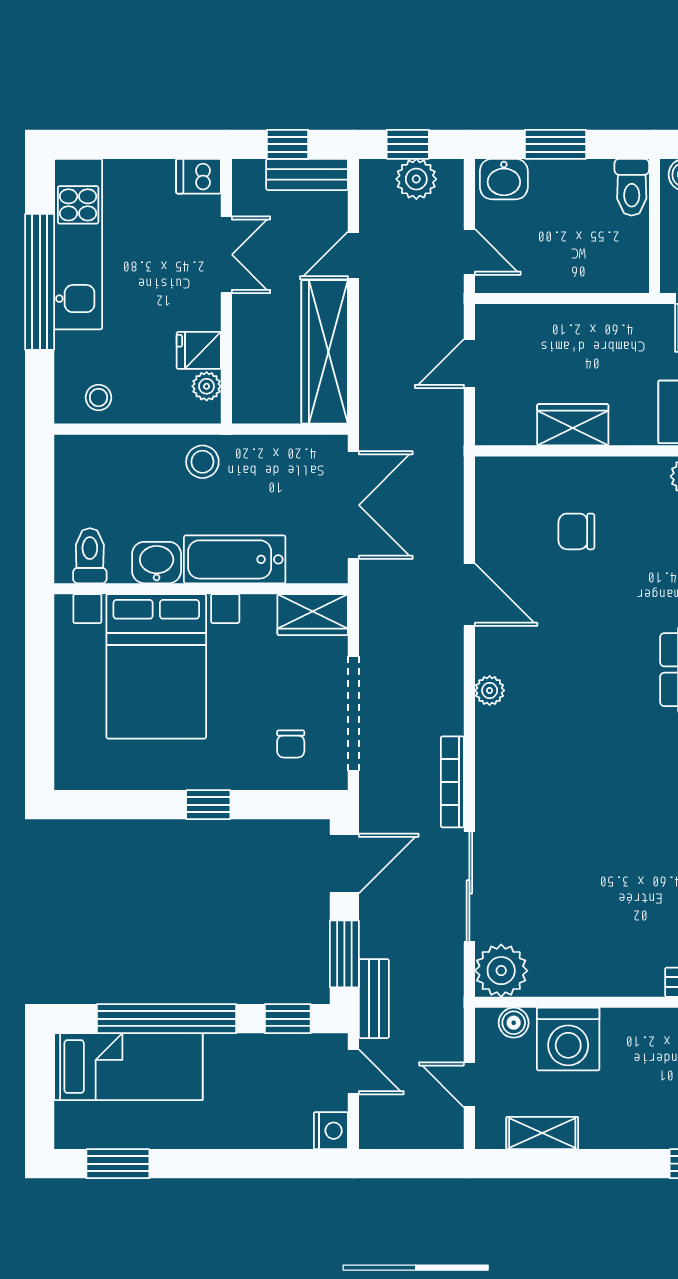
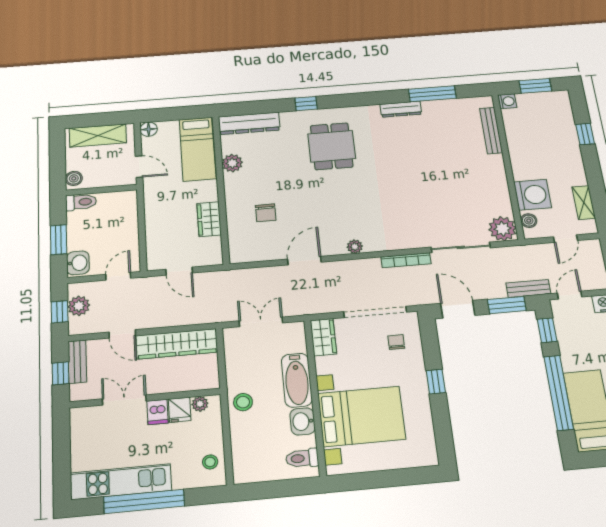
dishwasher: (199, 176) -> (157, 412), moved
double door: (353, 505) -> (261, 322), width x0.73
chair: (291, 744) -> (396, 342), turned -90

